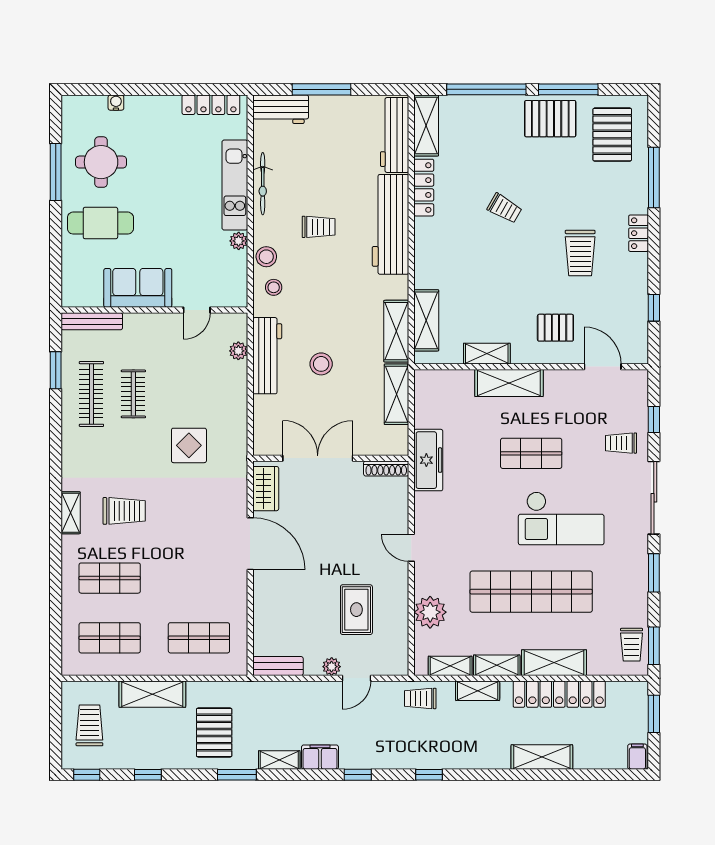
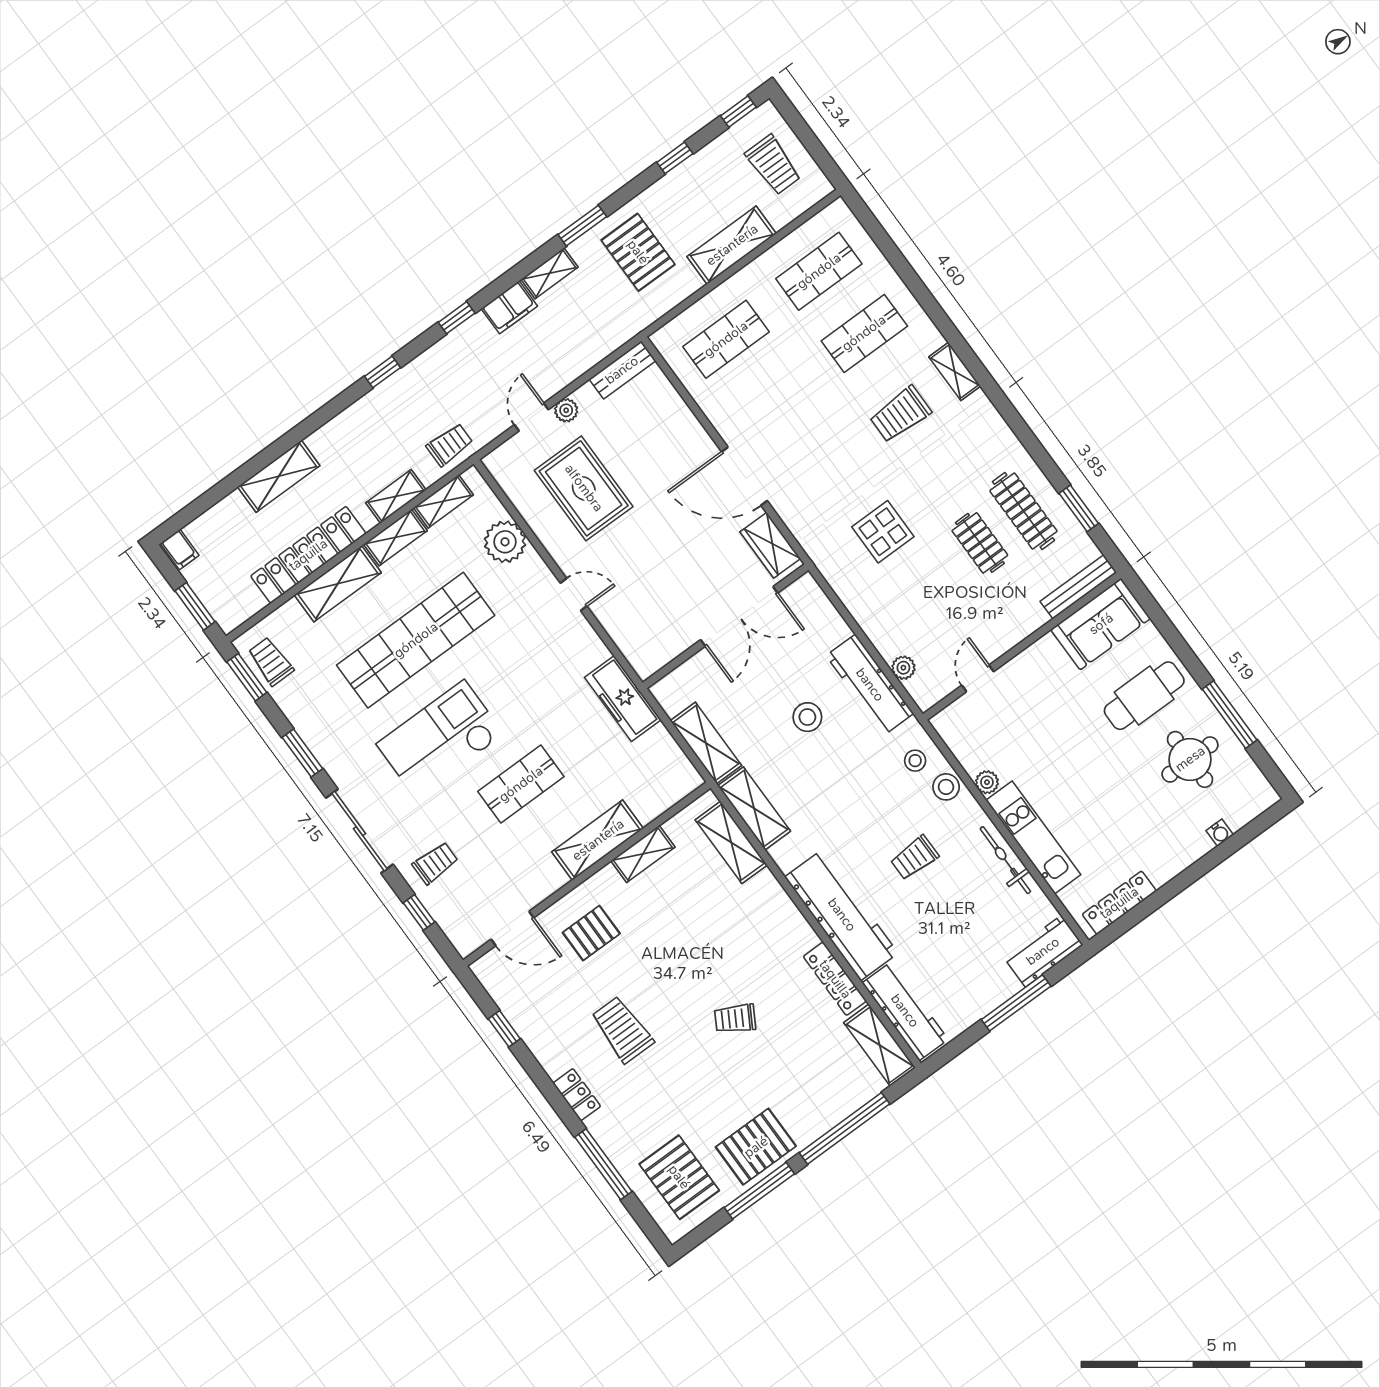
sofa: (138, 288) -> (1101, 624), moved
shoe rack: (386, 468) -> (660, 658), removed
rug: (356, 610) -> (584, 488), width x1.36, depth x1.43

